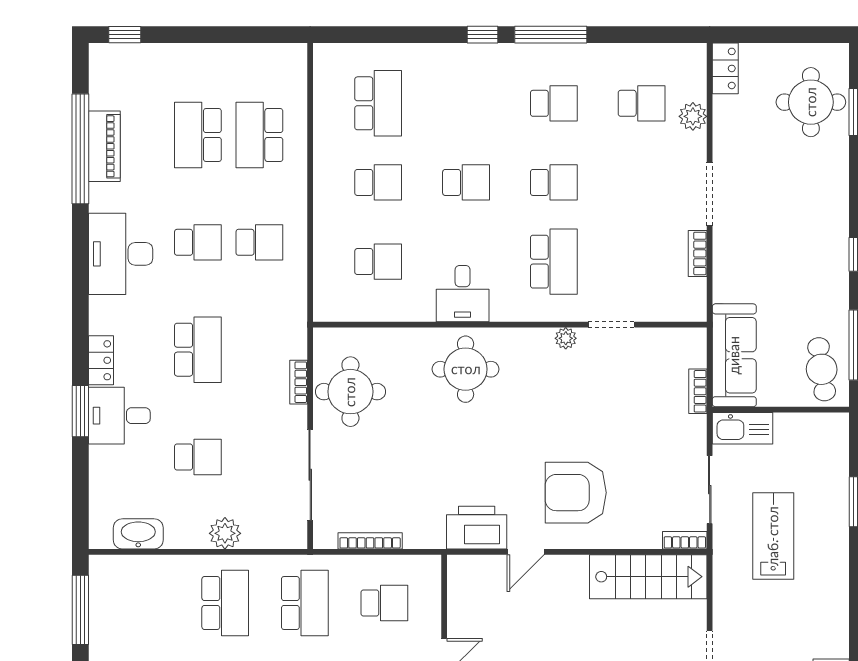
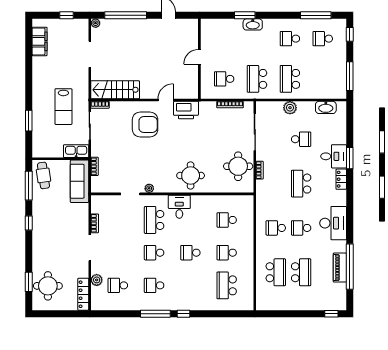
locker: (725, 68) -> (83, 294), width x1.53
desk: (463, 294) -> (179, 207), moved
school desk: (198, 457) -> (301, 139), turned 180

